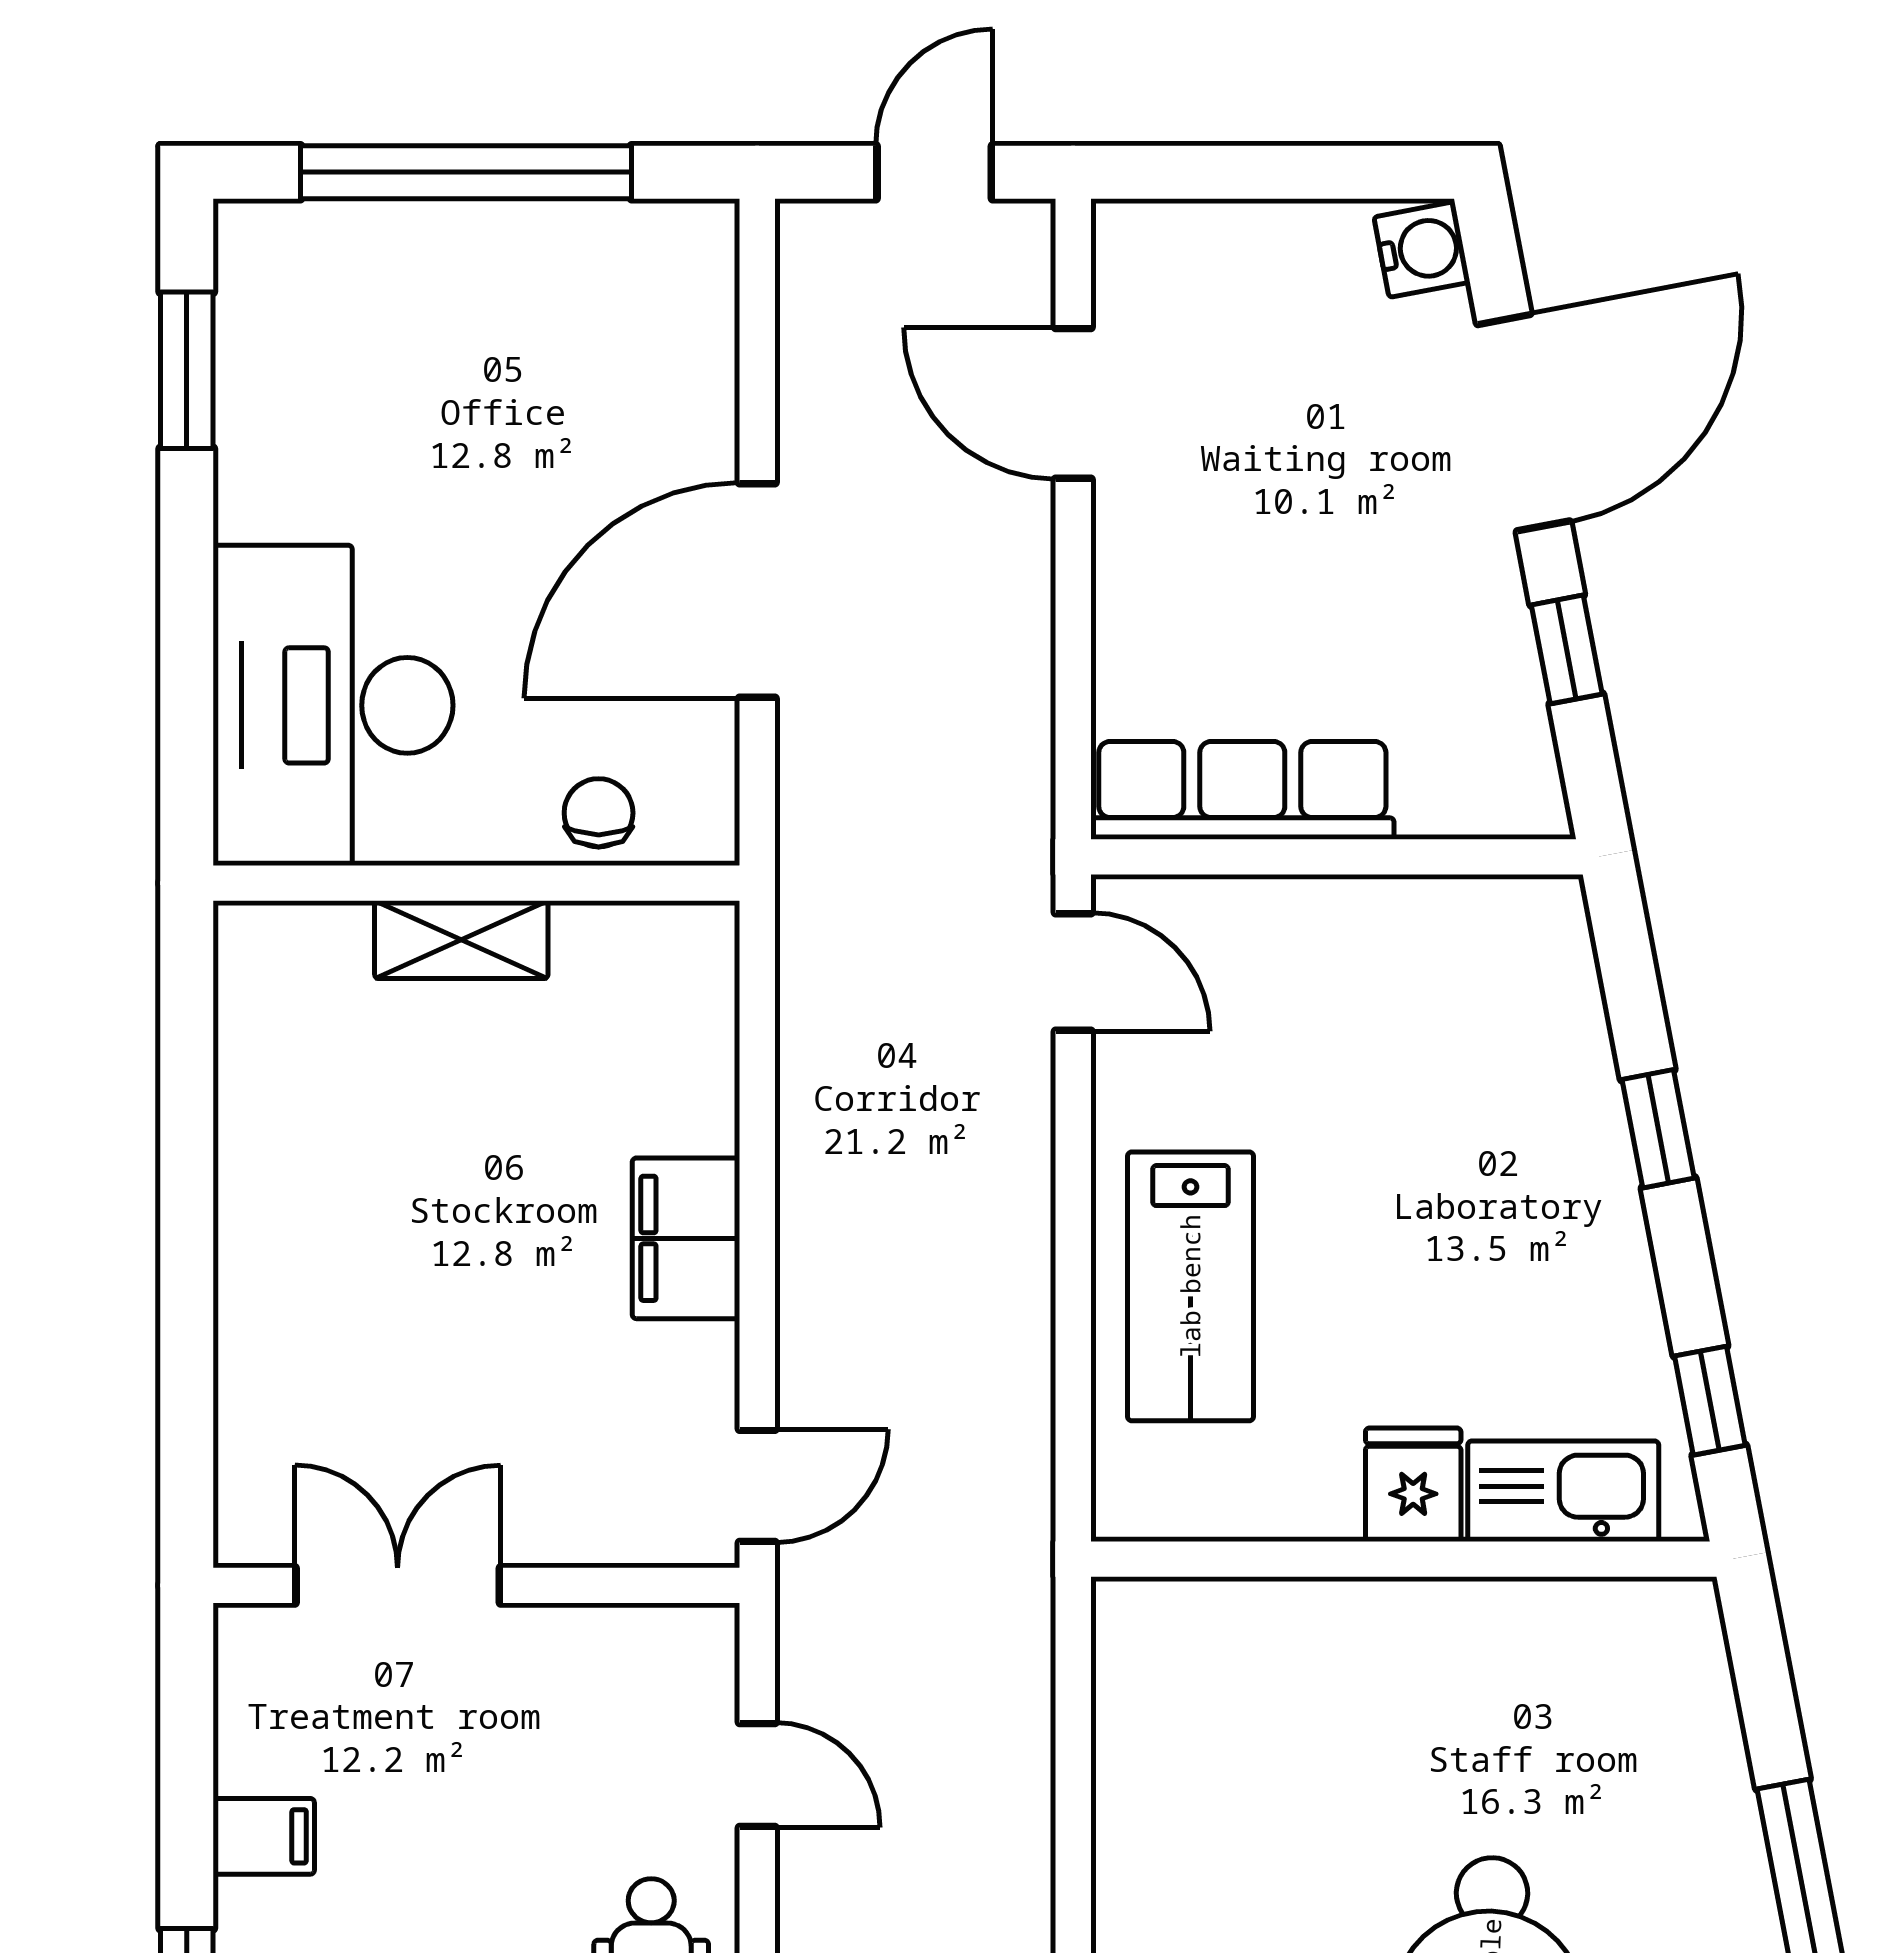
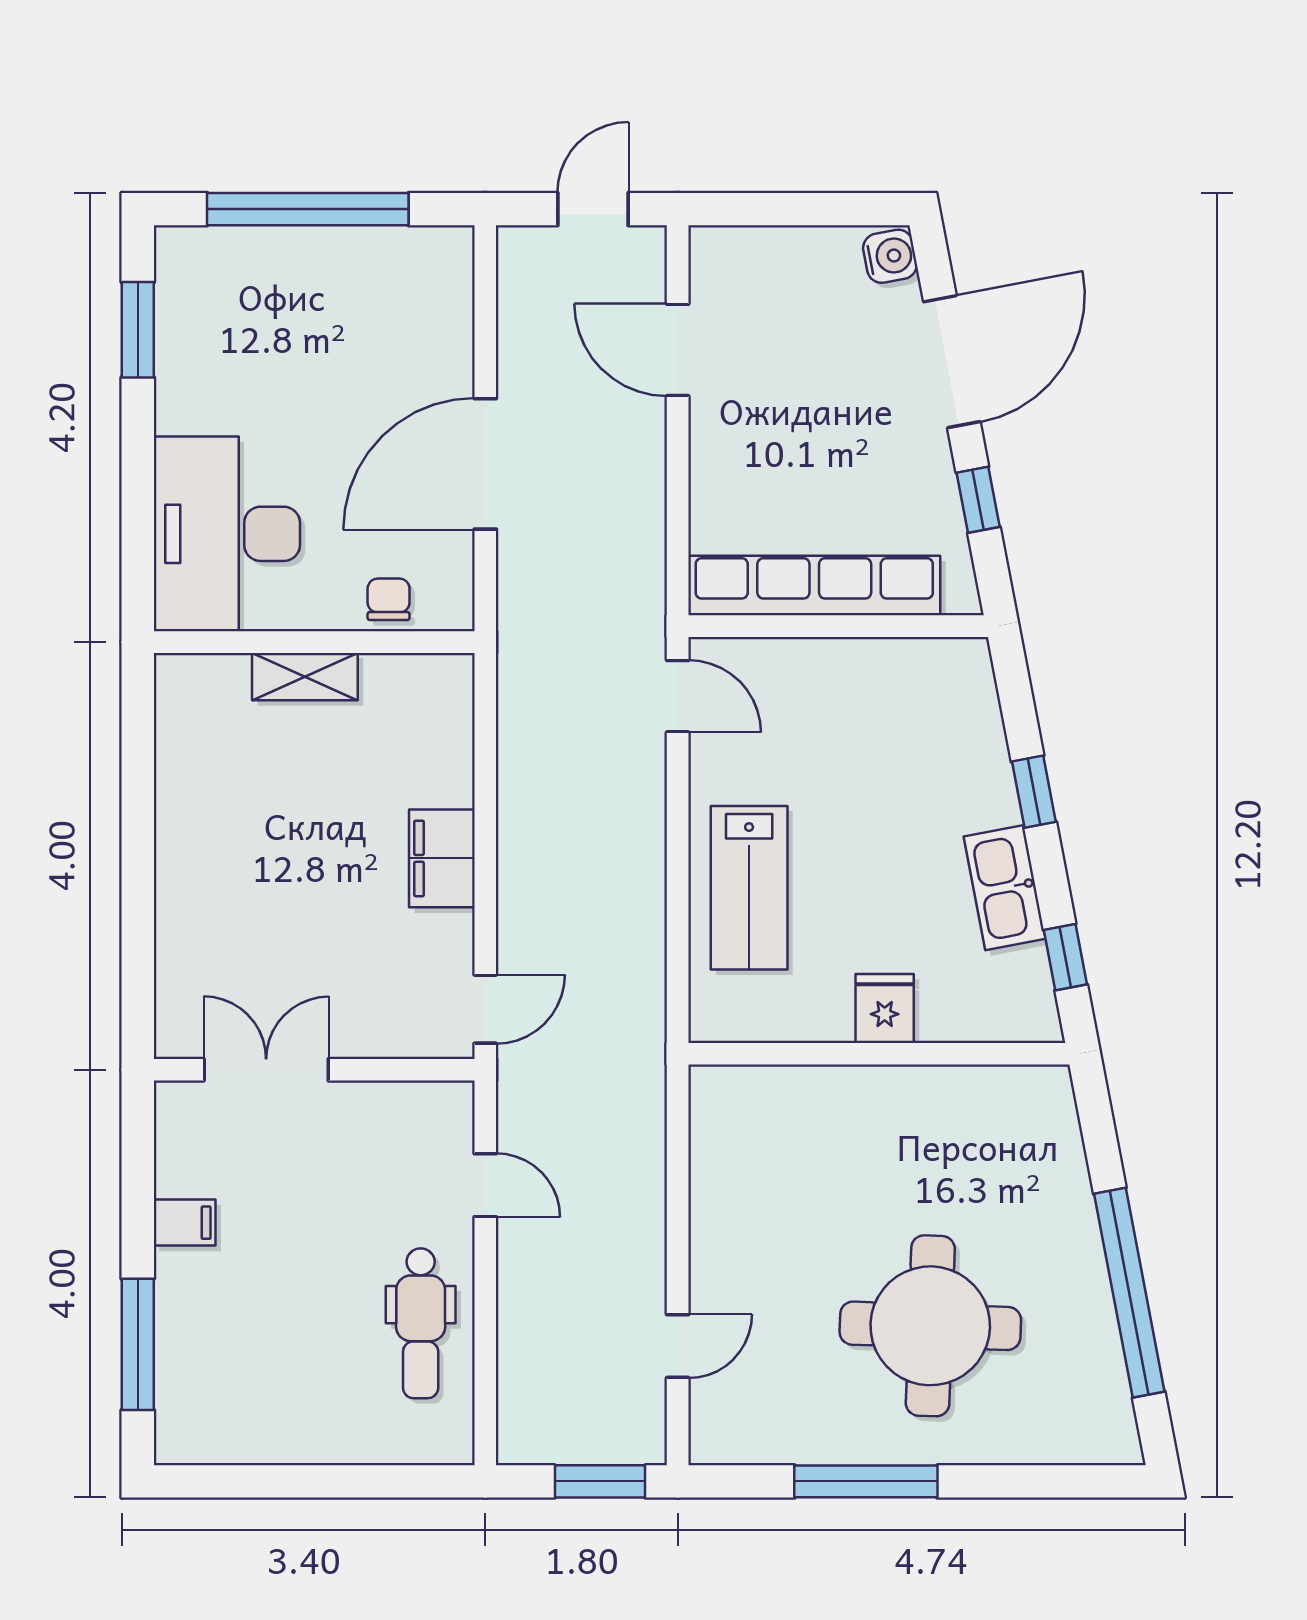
row of seats: (1242, 790) -> (814, 586), width x1.36
kitchen sink: (1563, 1491) -> (1005, 888), moved, turned -101

